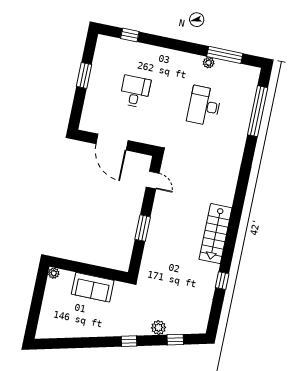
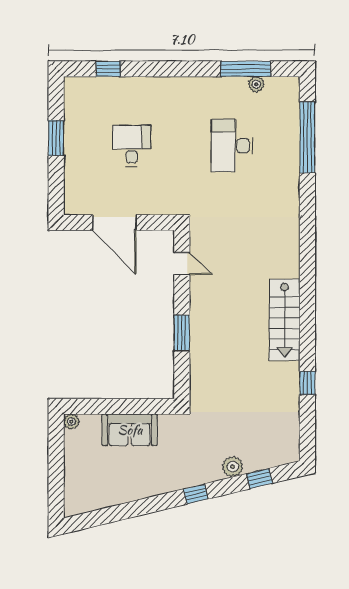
plant: (209, 63) -> (256, 84), moved

